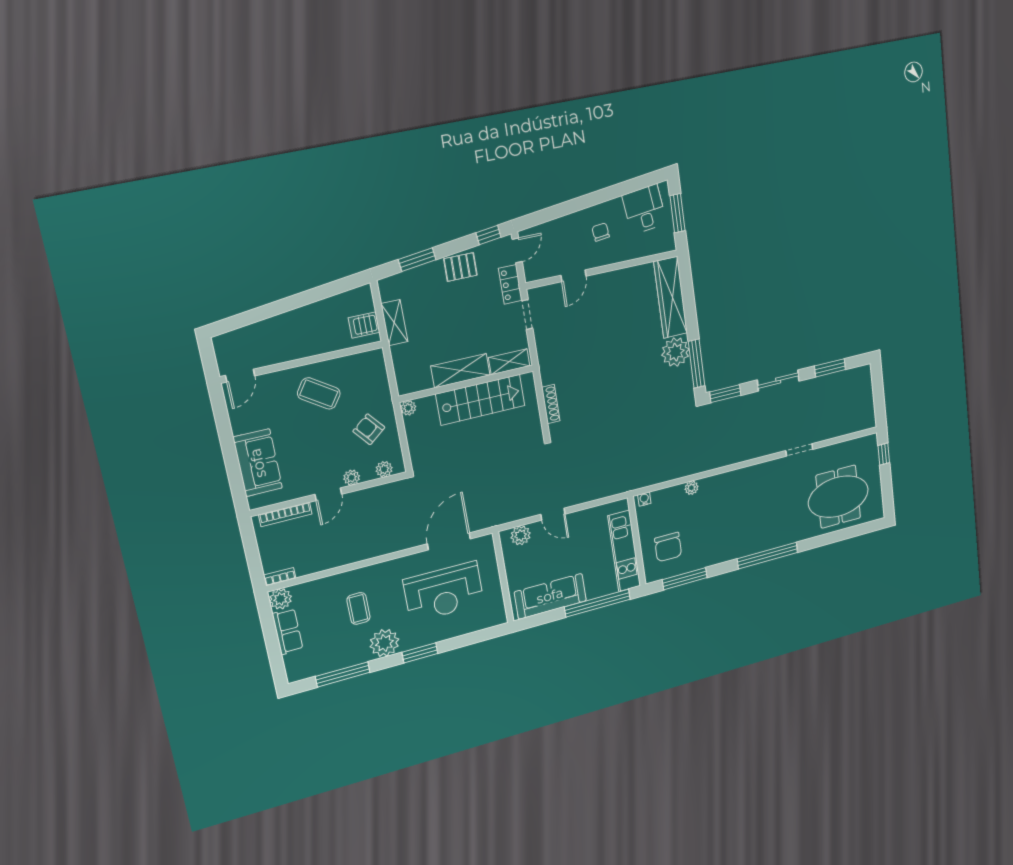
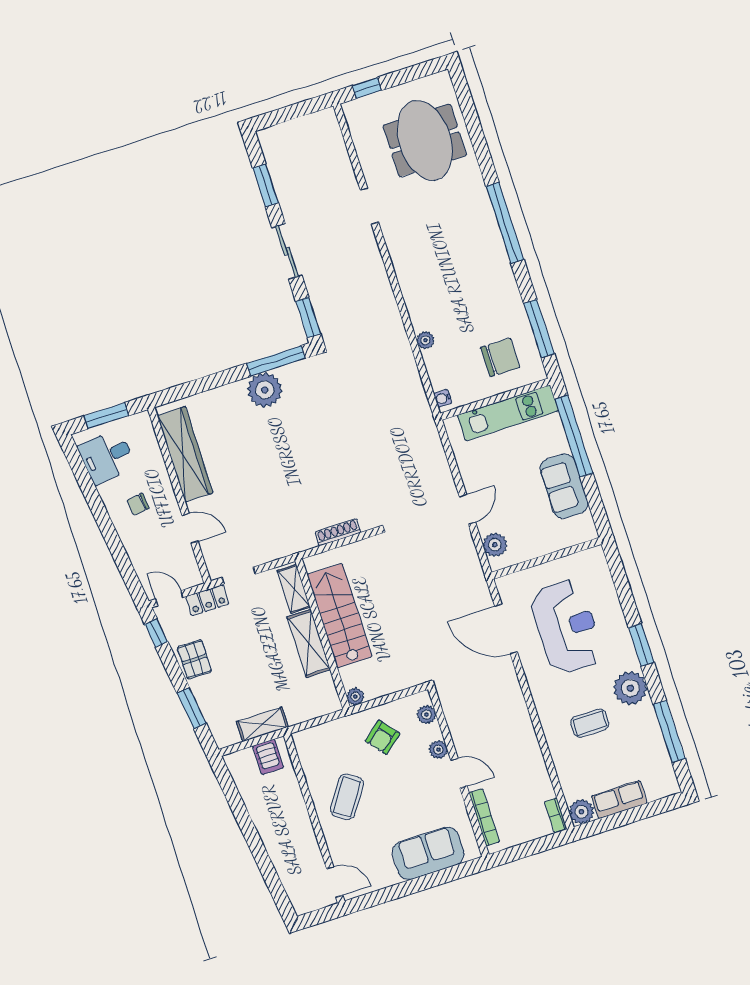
wardrobe: (671, 298) -> (185, 454), moved, turned -90
sofa: (550, 596) -> (564, 486), width x0.73

